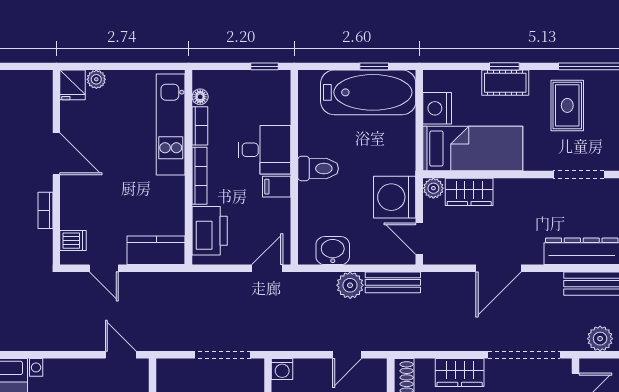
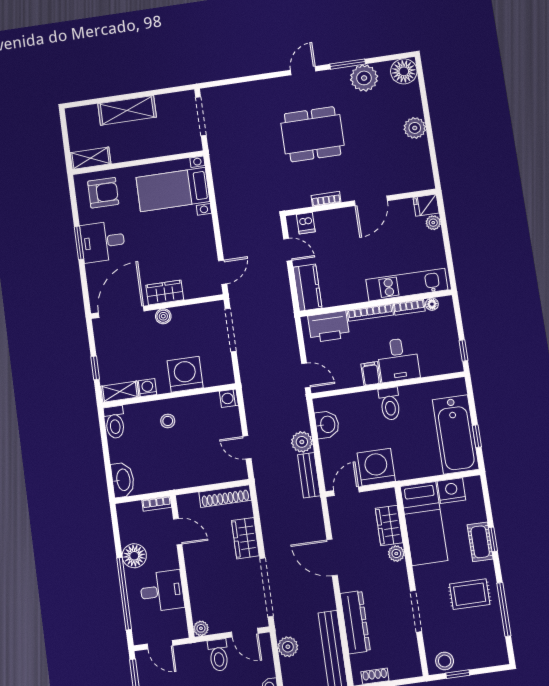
plant: (433, 188) -> (396, 553), moved
door: (104, 268) -> (288, 250), swing flipped
doorway: (223, 355) -> (231, 330), moved

